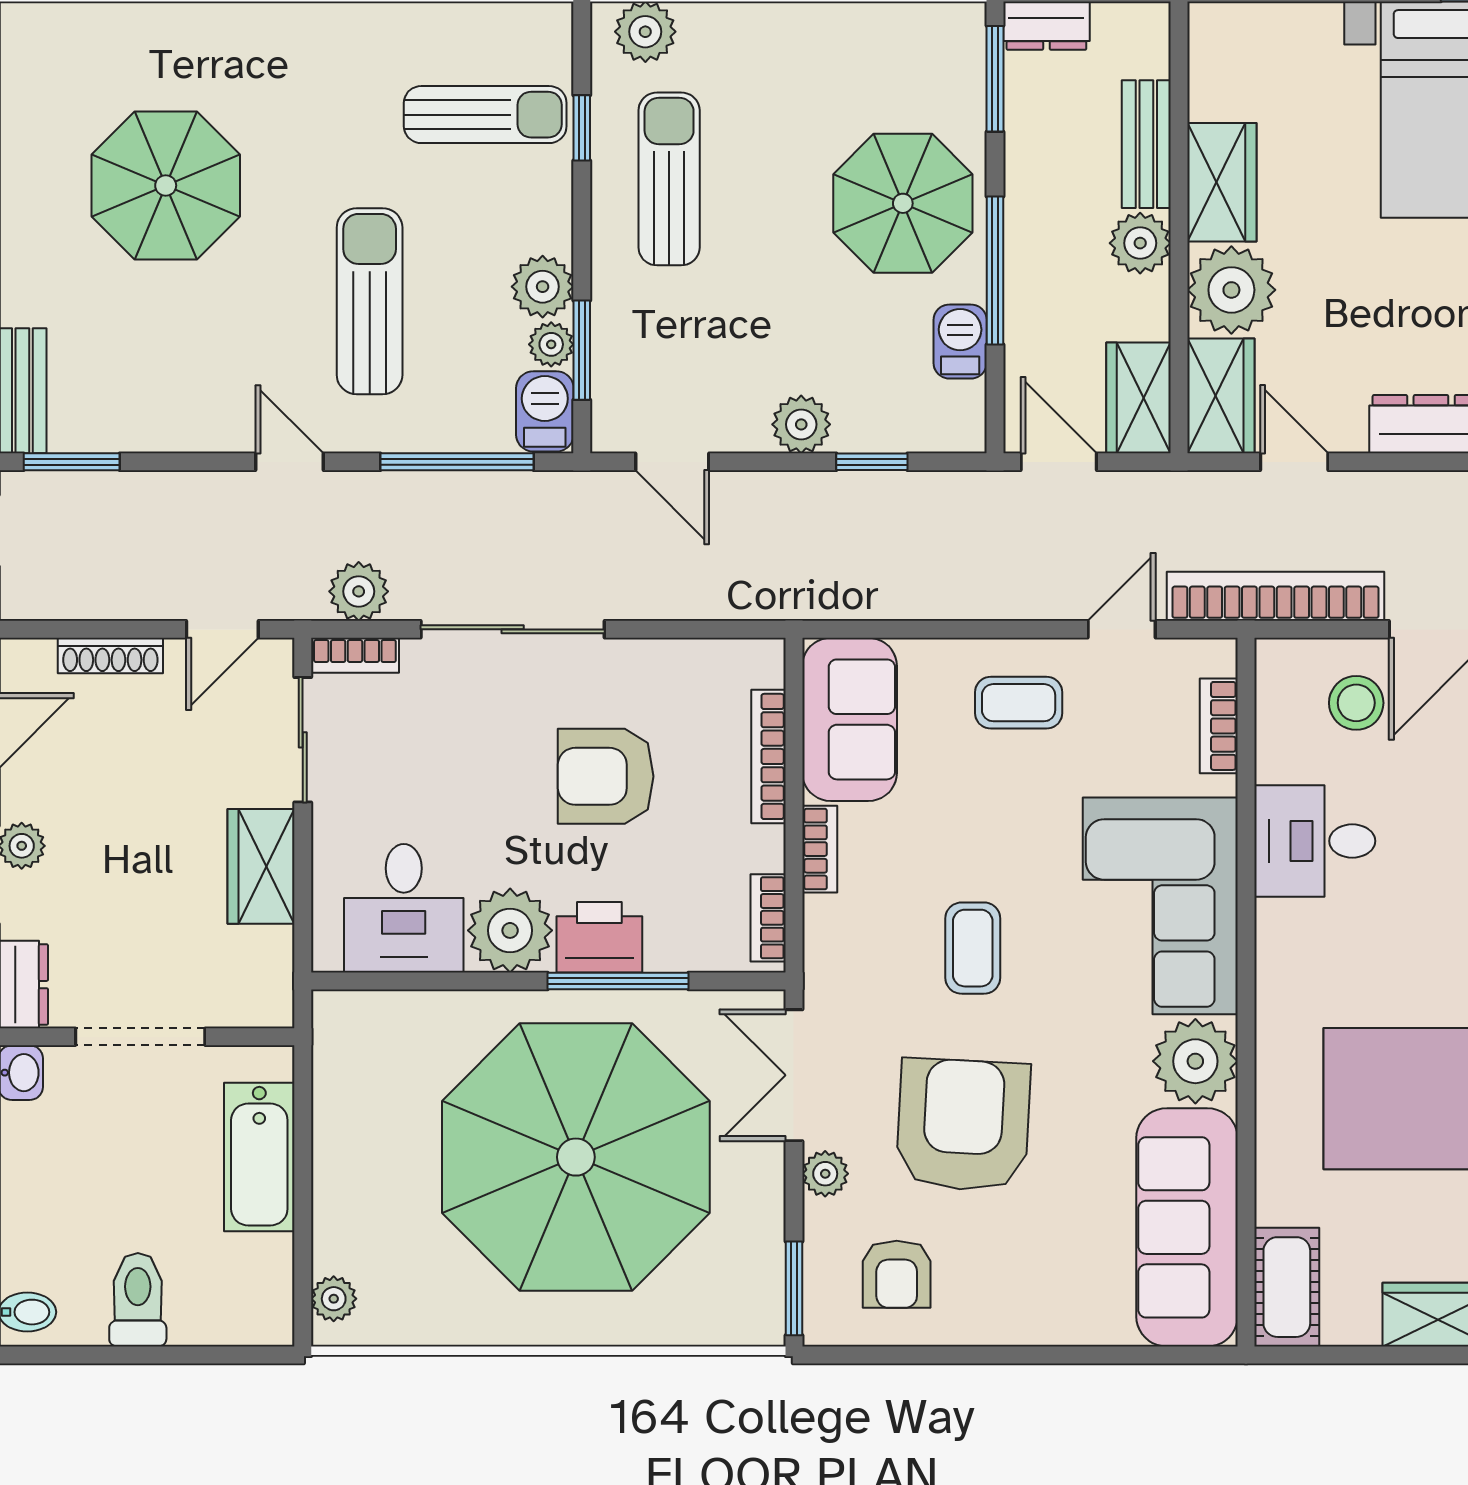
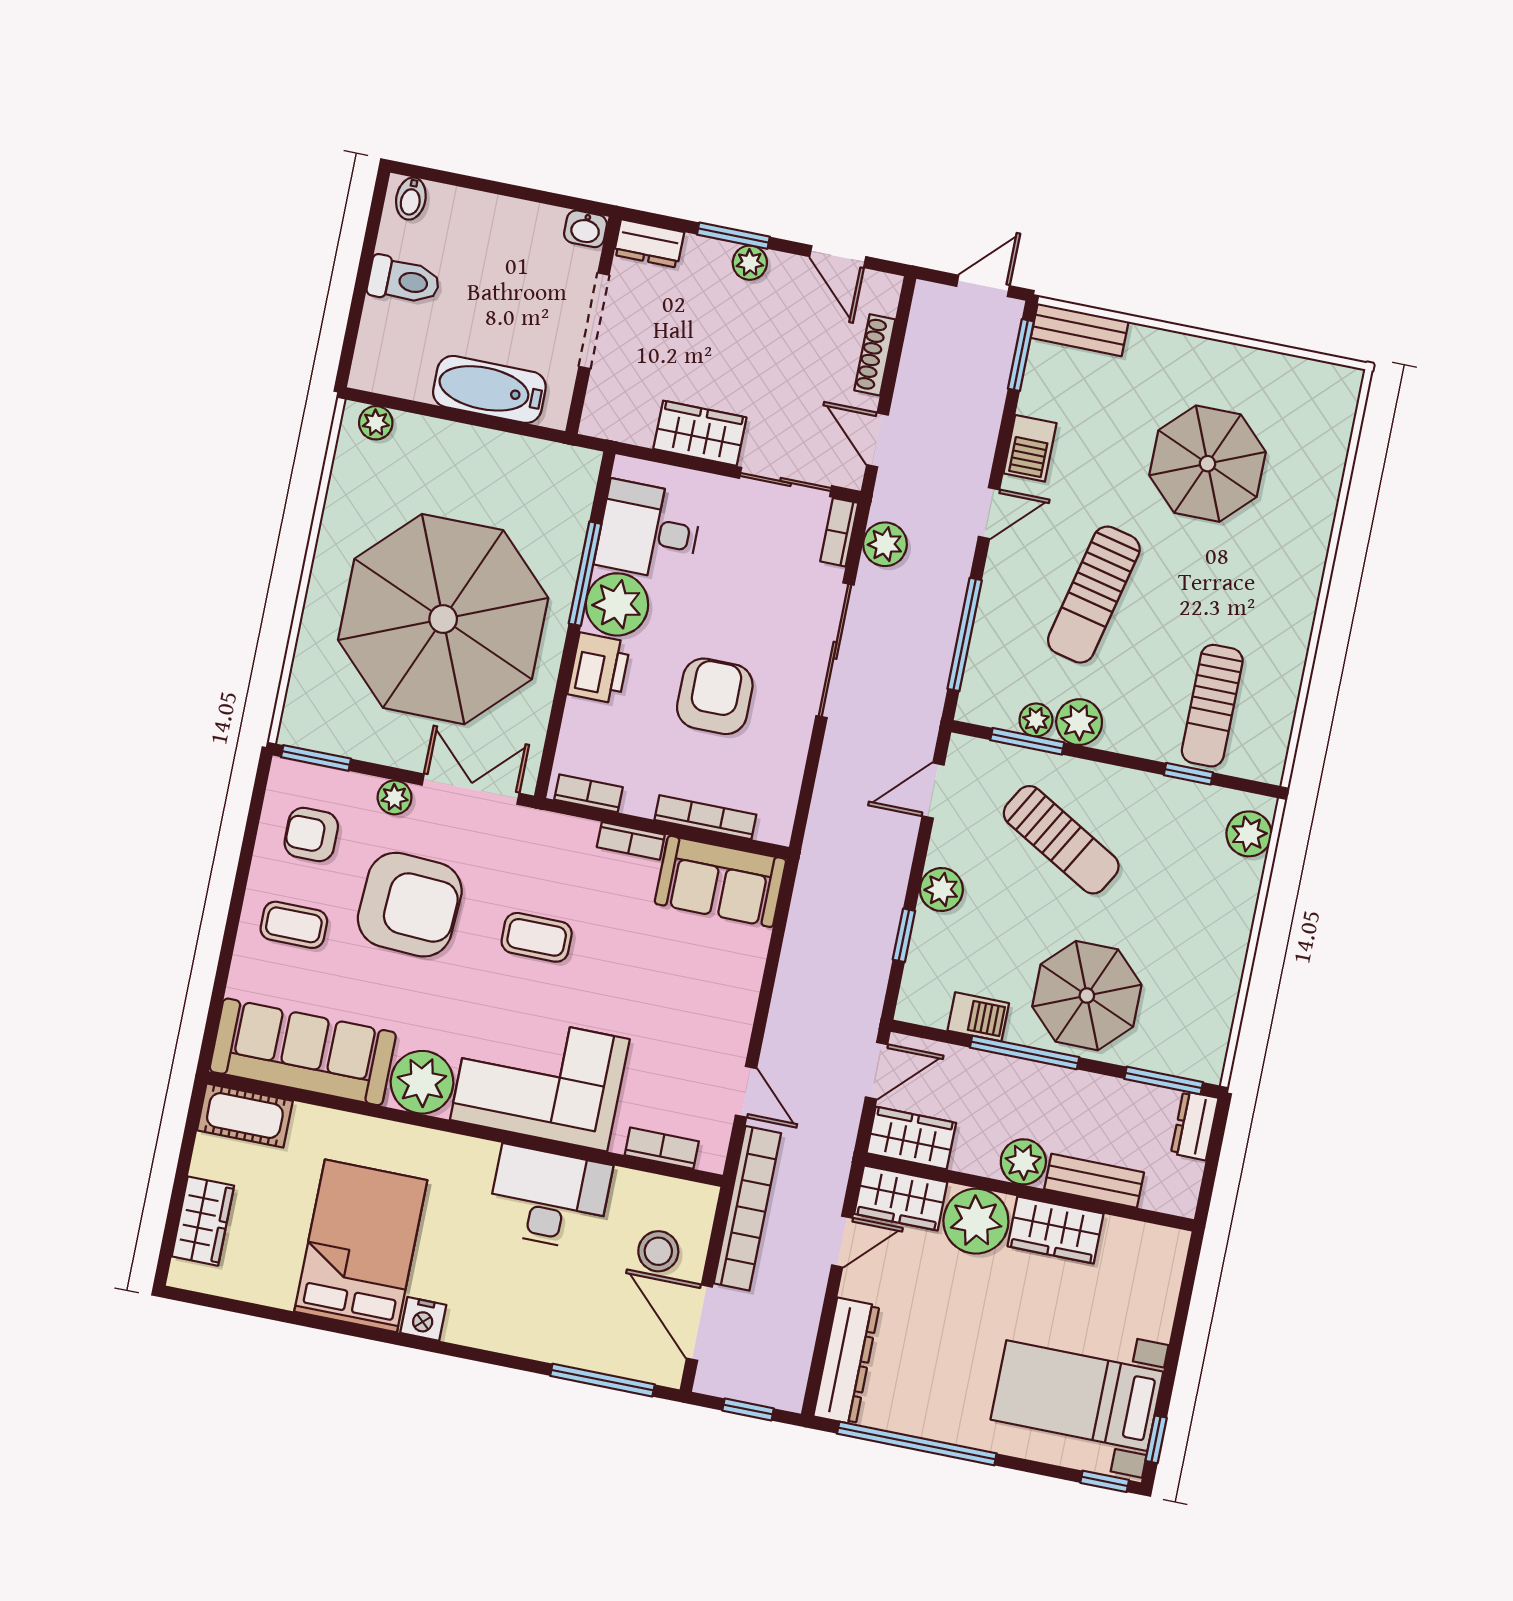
sun lounger: (669, 179) -> (1061, 840), moved, turned 30
sun lounger: (370, 301) -> (1094, 595), turned 103
barbecue: (545, 411) -> (1030, 448), moved, turned 90
coffee table: (1019, 703) -> (294, 925), moved, turned 90
desk: (1315, 841) -> (549, 1198), width x1.37
window: (618, 981) -> (585, 574), moved

